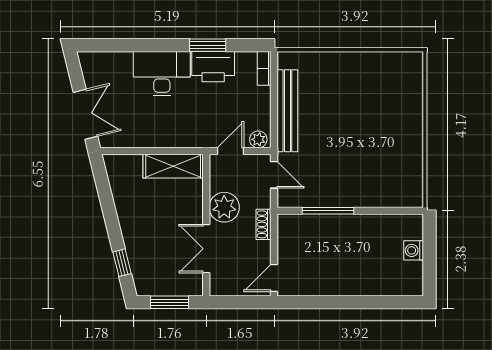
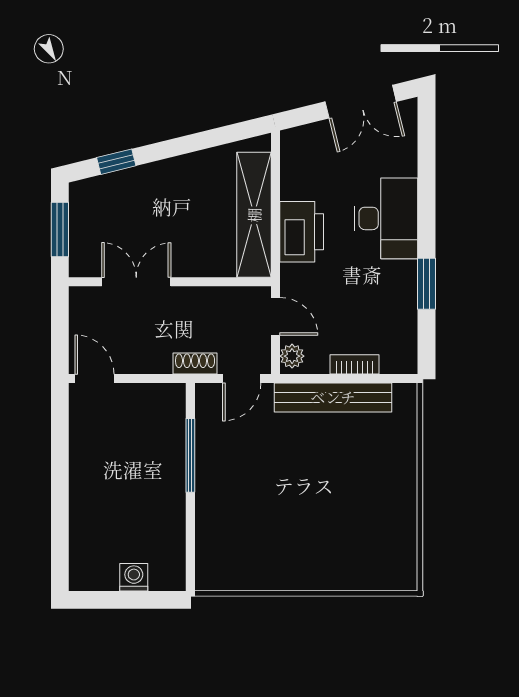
printer: (213, 67) -> (302, 232), moved, turned 180
bookcase: (264, 68) -> (354, 364), moved
double door: (86, 114) -> (361, 102), moved
shelving: (173, 166) -> (254, 215), width x1.47
plant: (224, 207) -> (195, 307), removed
shoe rack: (264, 224) -> (195, 363), moved

